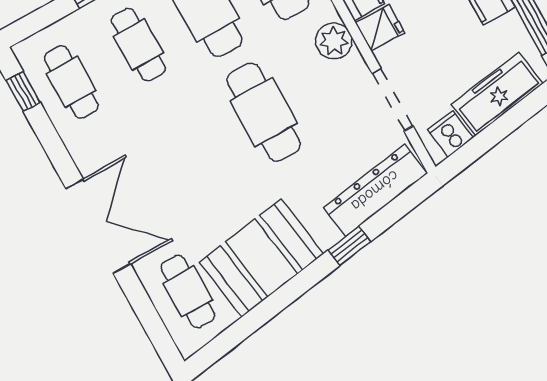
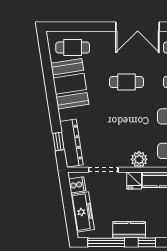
cafe table: (264, 112) -> (127, 82), moved, width x0.73, depth x0.74
double door: (98, 226) -> (138, 27), moved
window: (349, 246) -> (58, 142), moved

